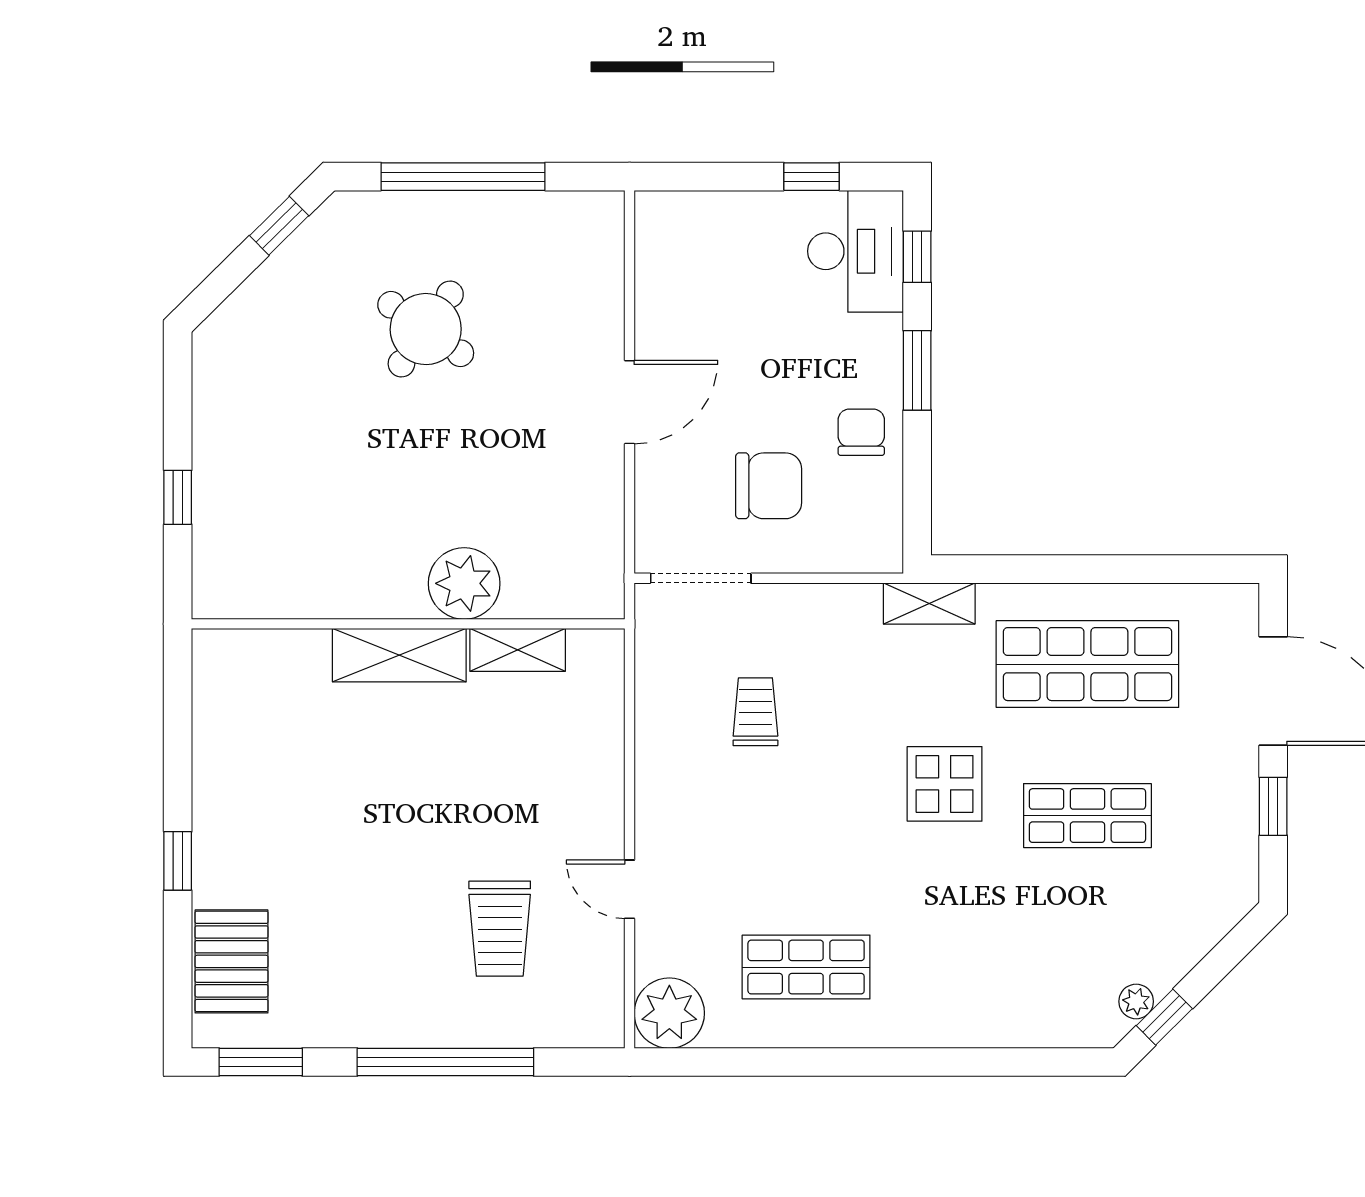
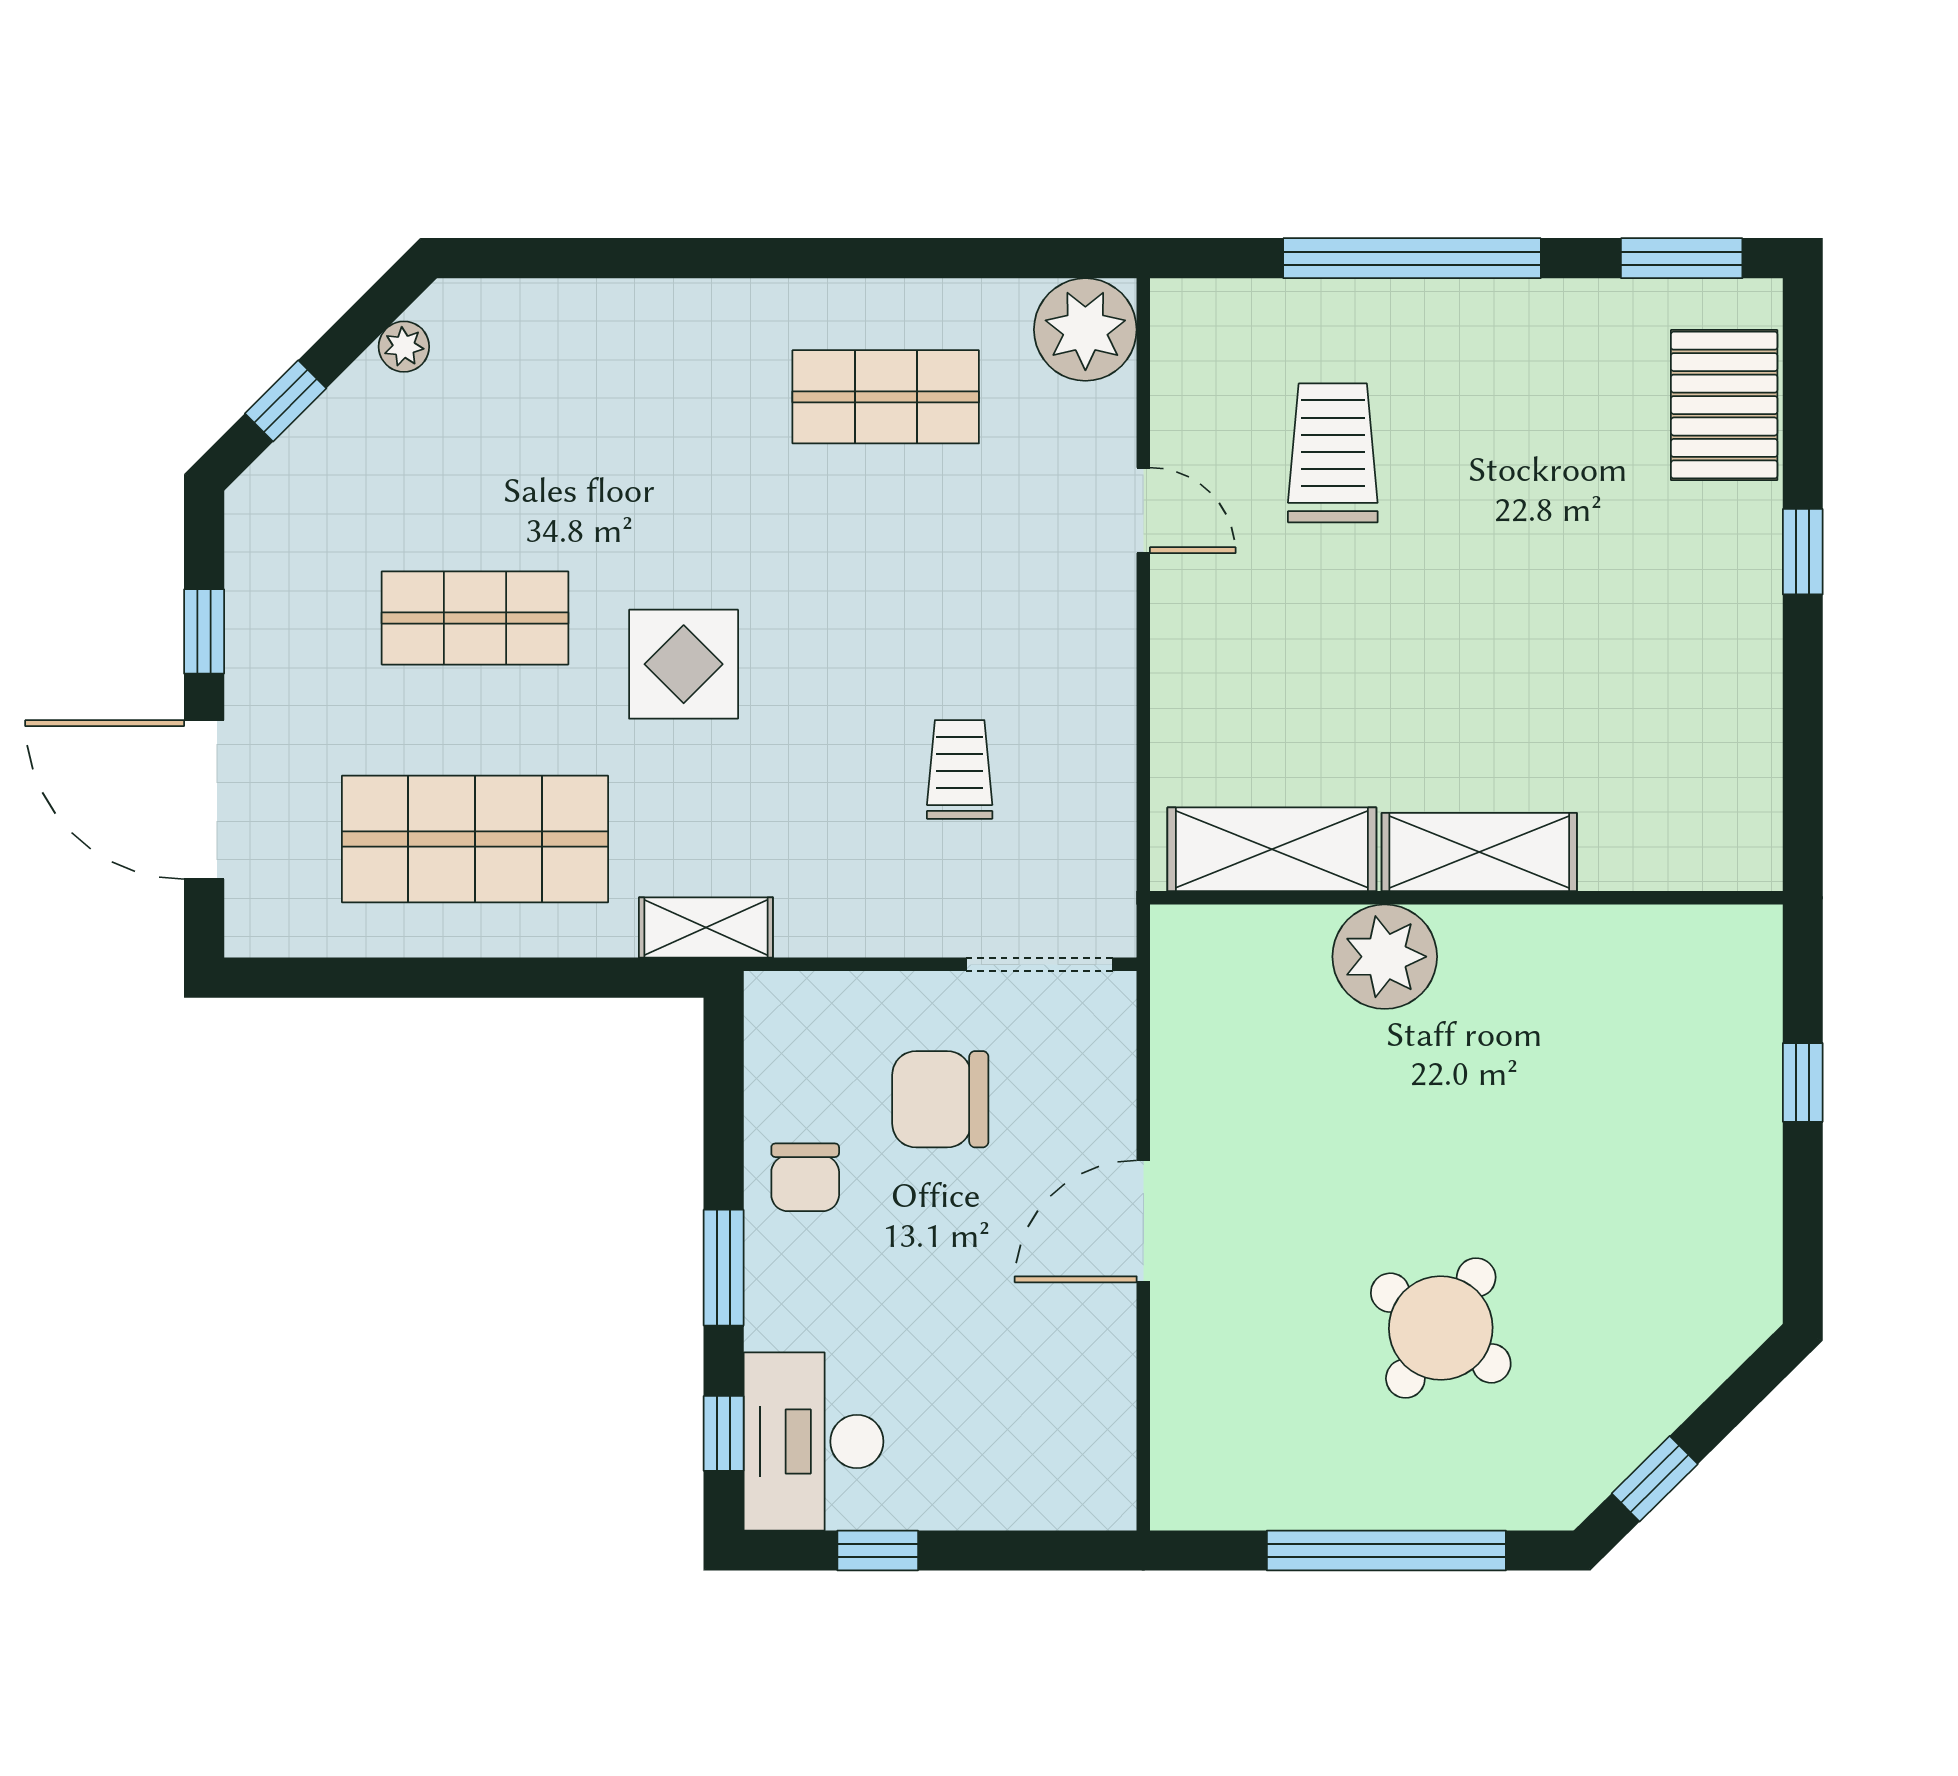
shelving: (518, 650) -> (1272, 849), width x1.50, depth x1.33
trolley: (755, 712) -> (960, 769), turned 180
window: (1164, 1017) -> (286, 401), moved

